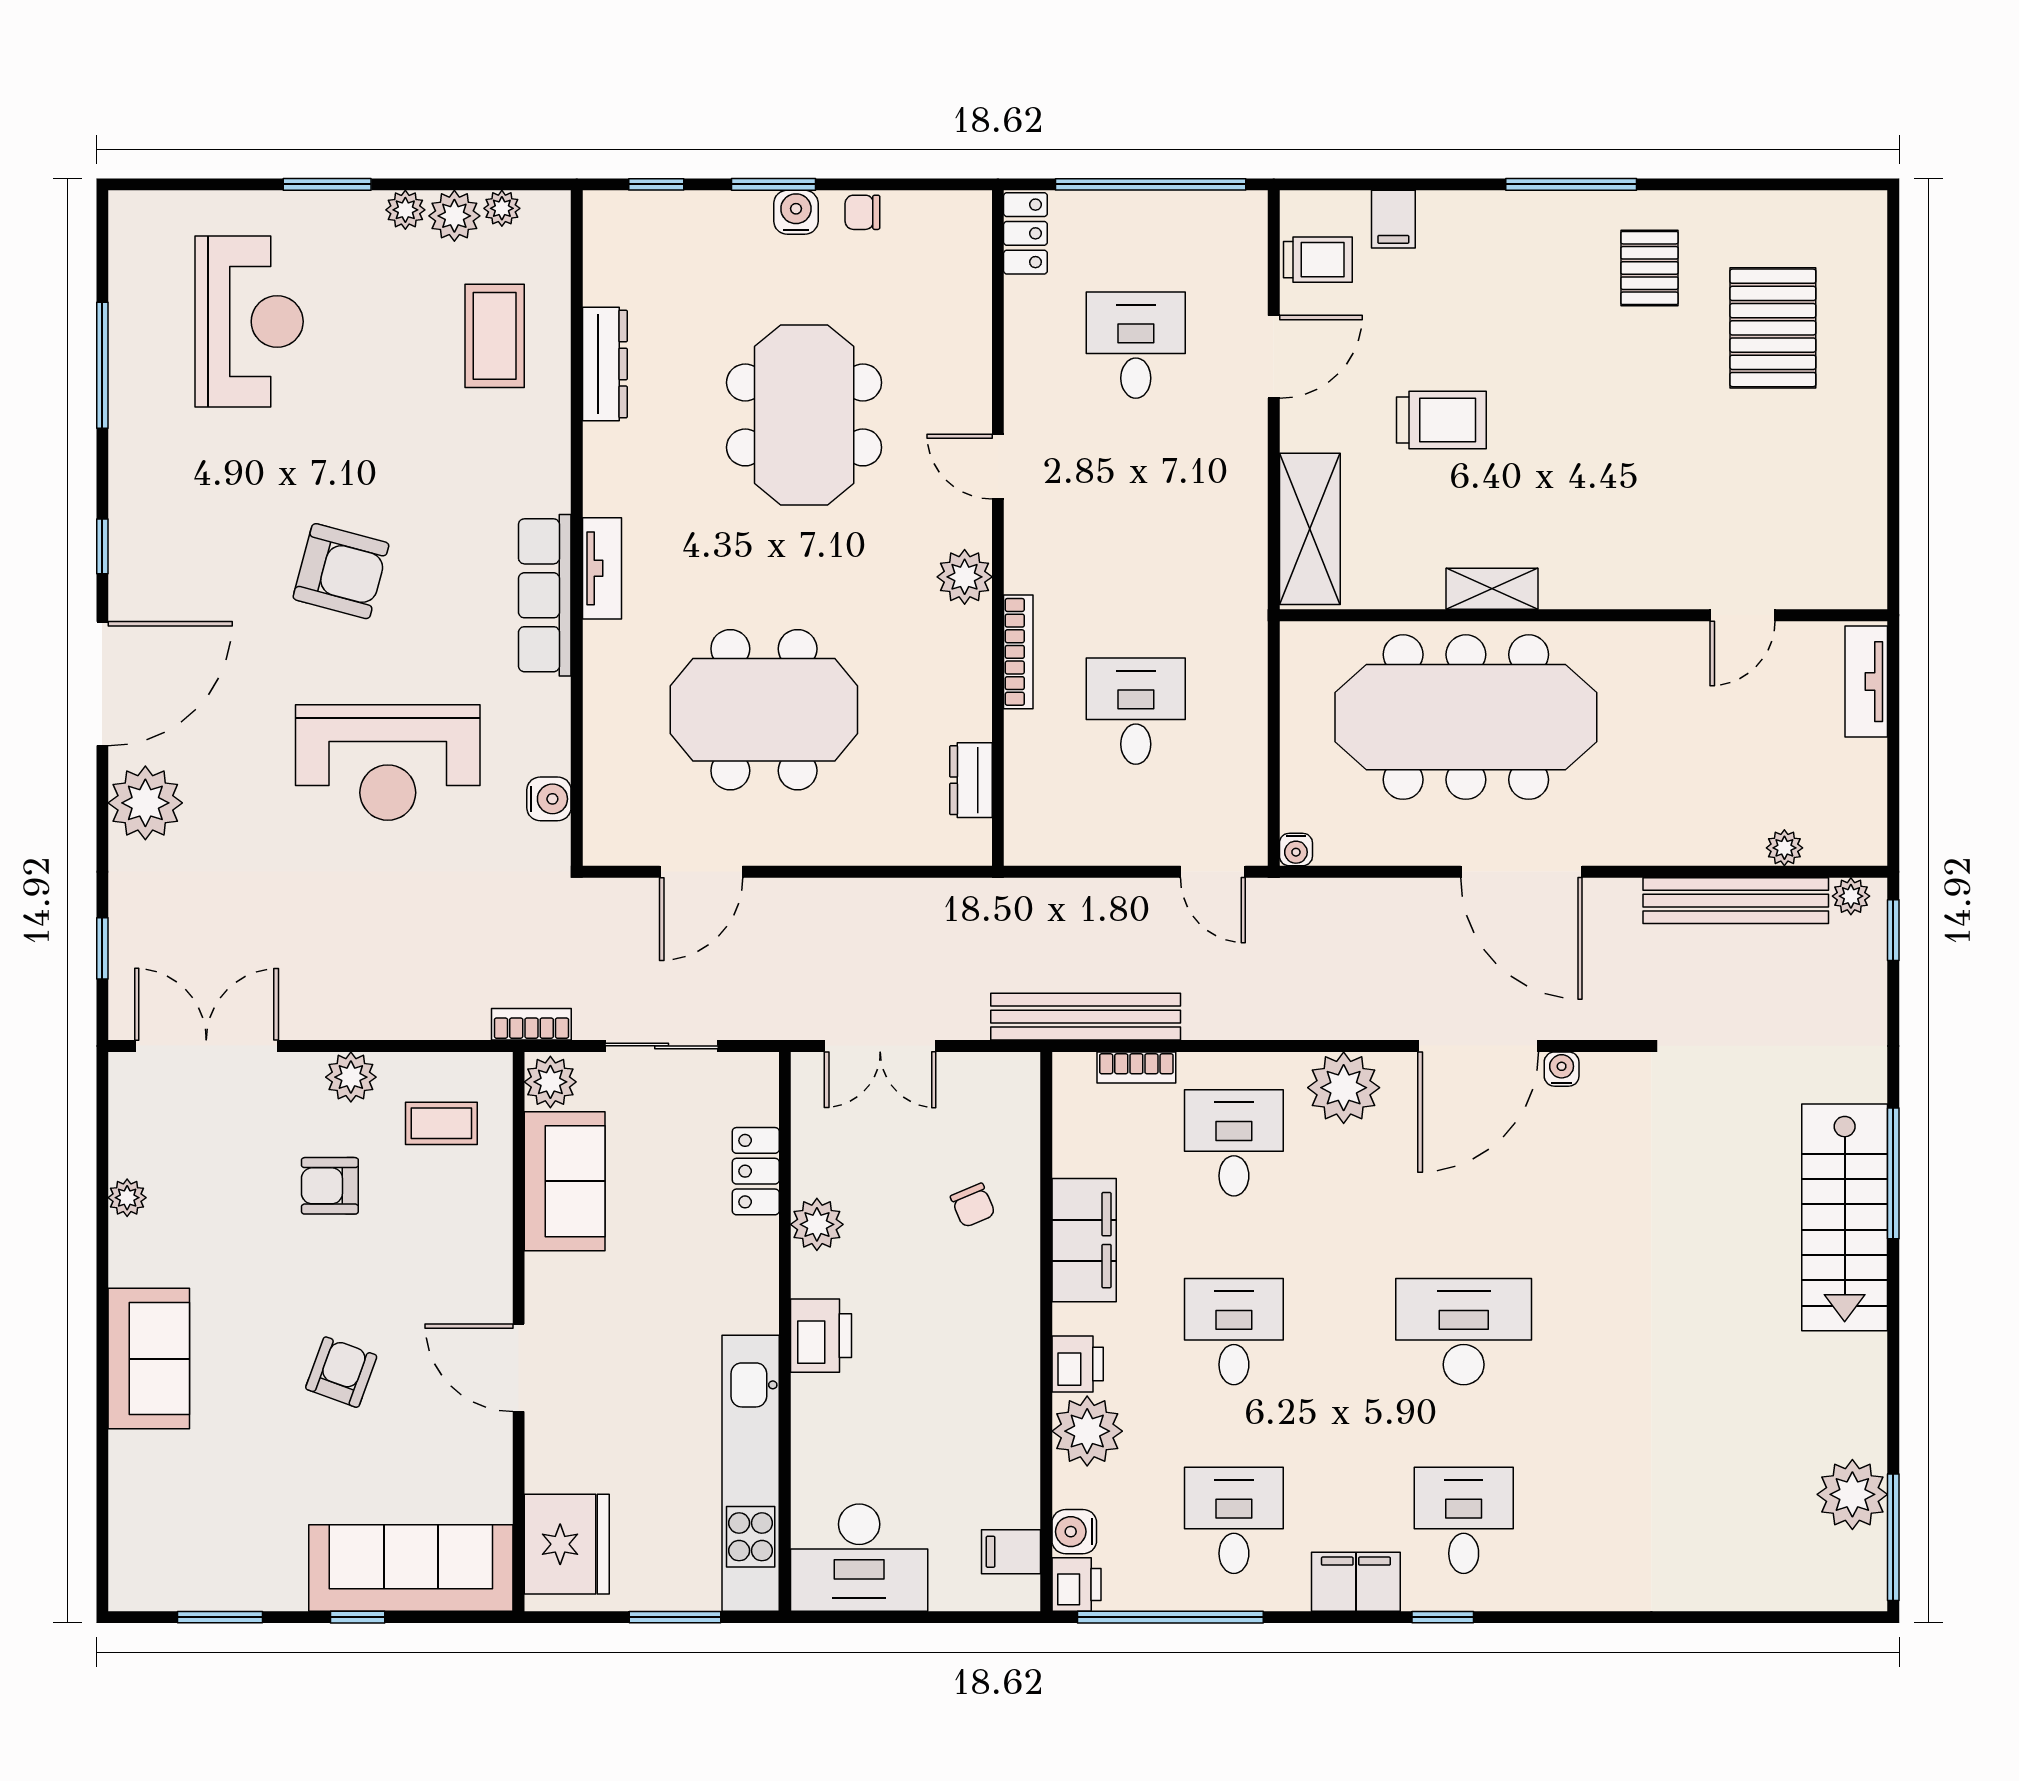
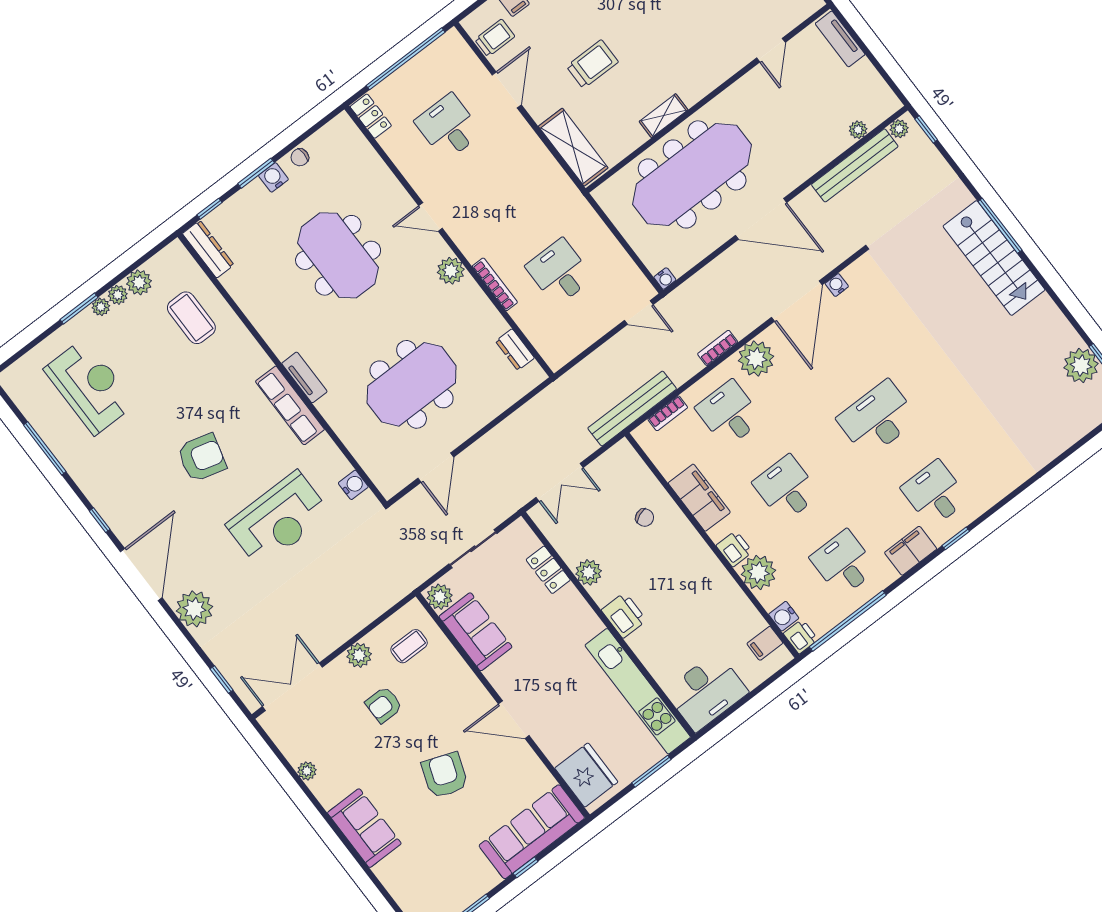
plant: (502, 208) -> (101, 307), moved
dresser: (605, 364) -> (208, 249), moved
bookcase: (531, 1024) -> (718, 348), moved
armchair: (341, 1372) -> (445, 775), width x1.38, depth x1.38

